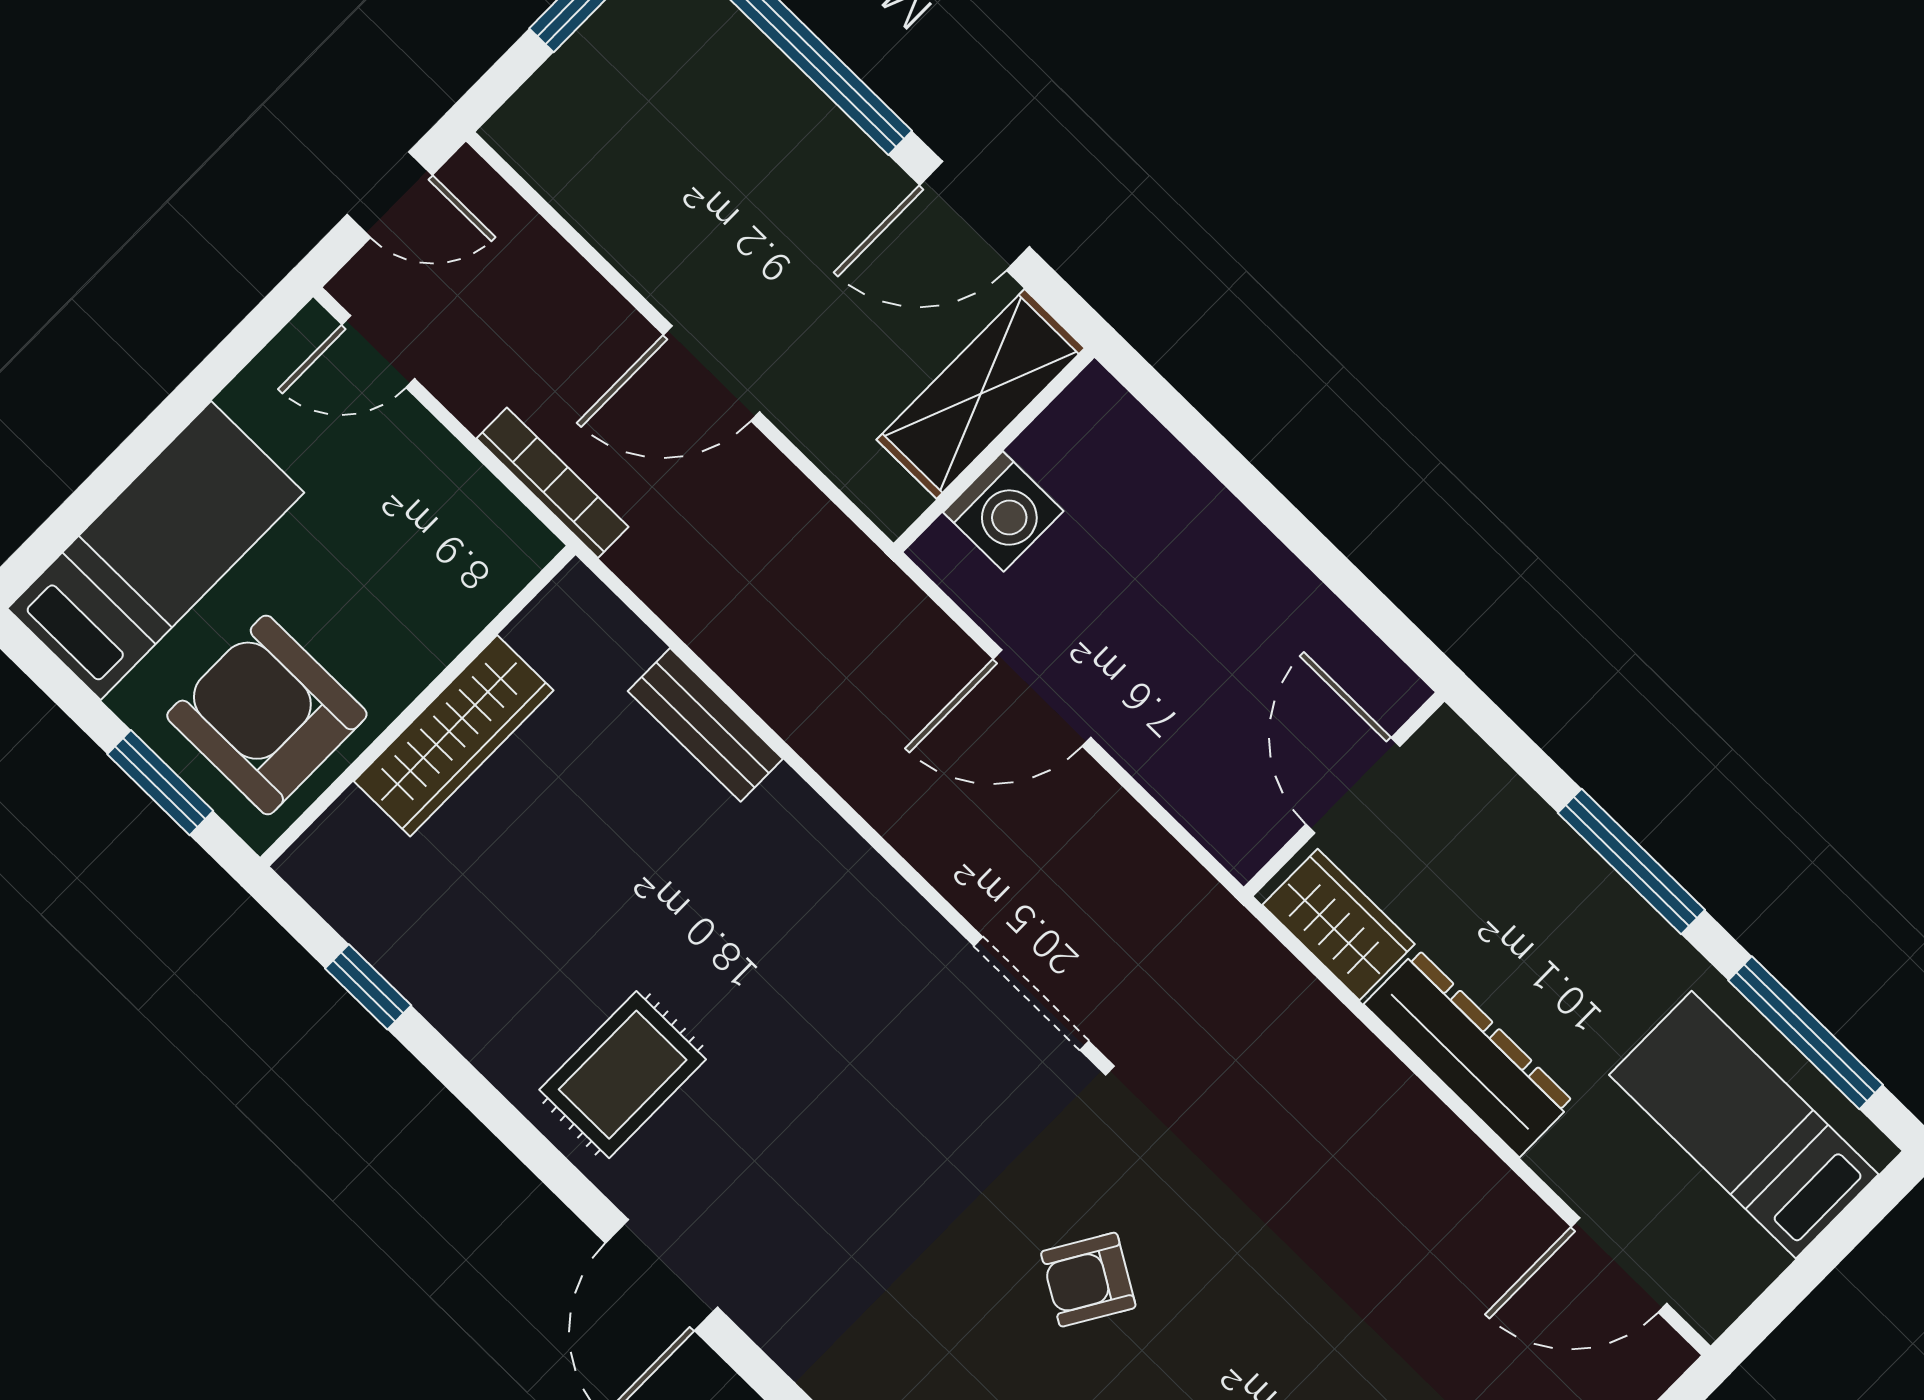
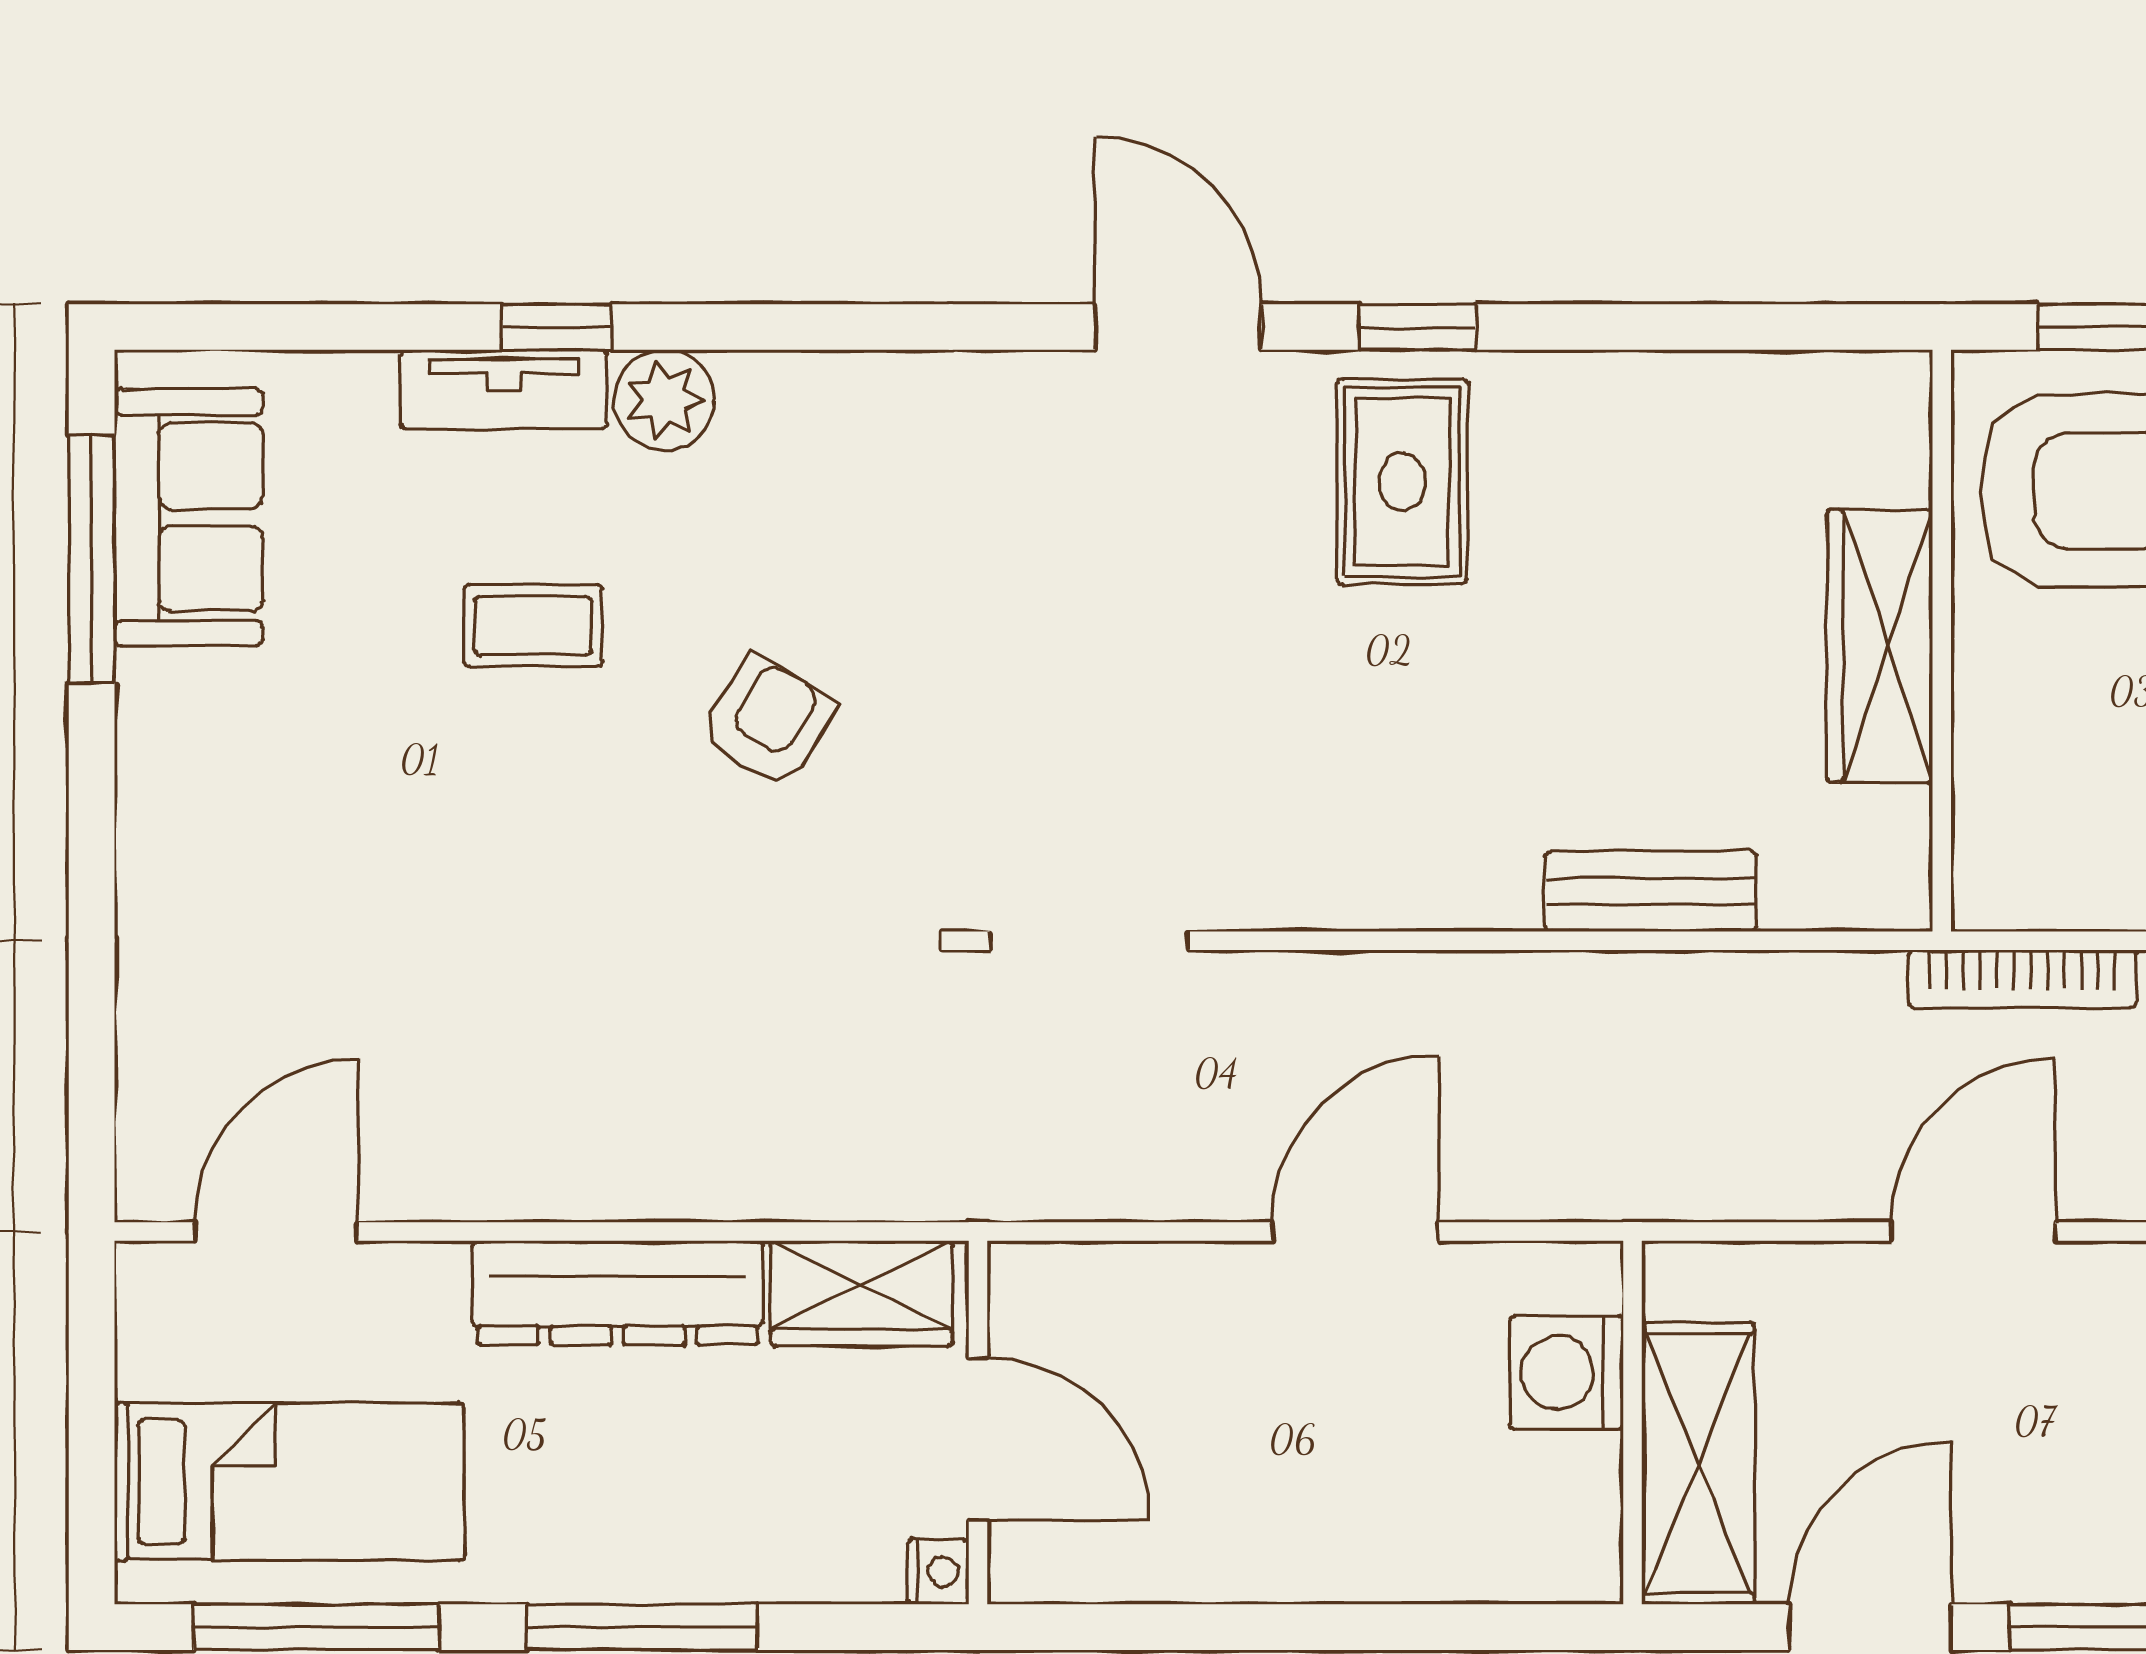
nightstand: (1444, 735) -> (938, 1572), added
window: (368, 987) -> (1418, 327), moved

